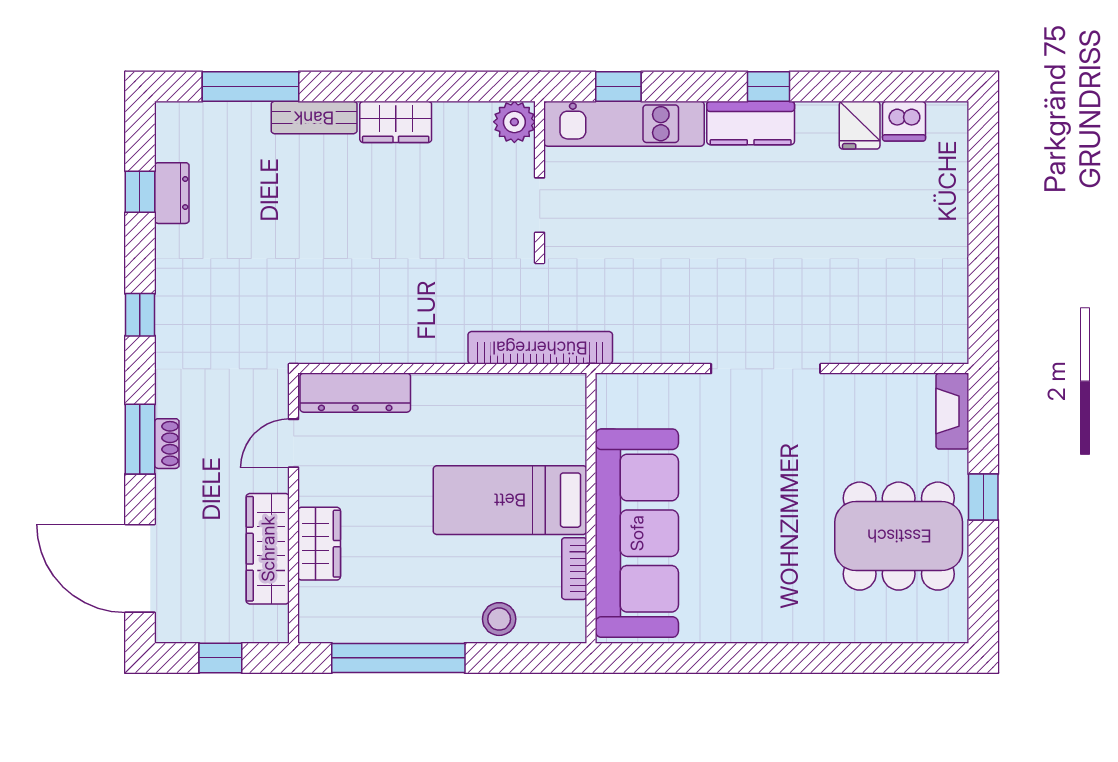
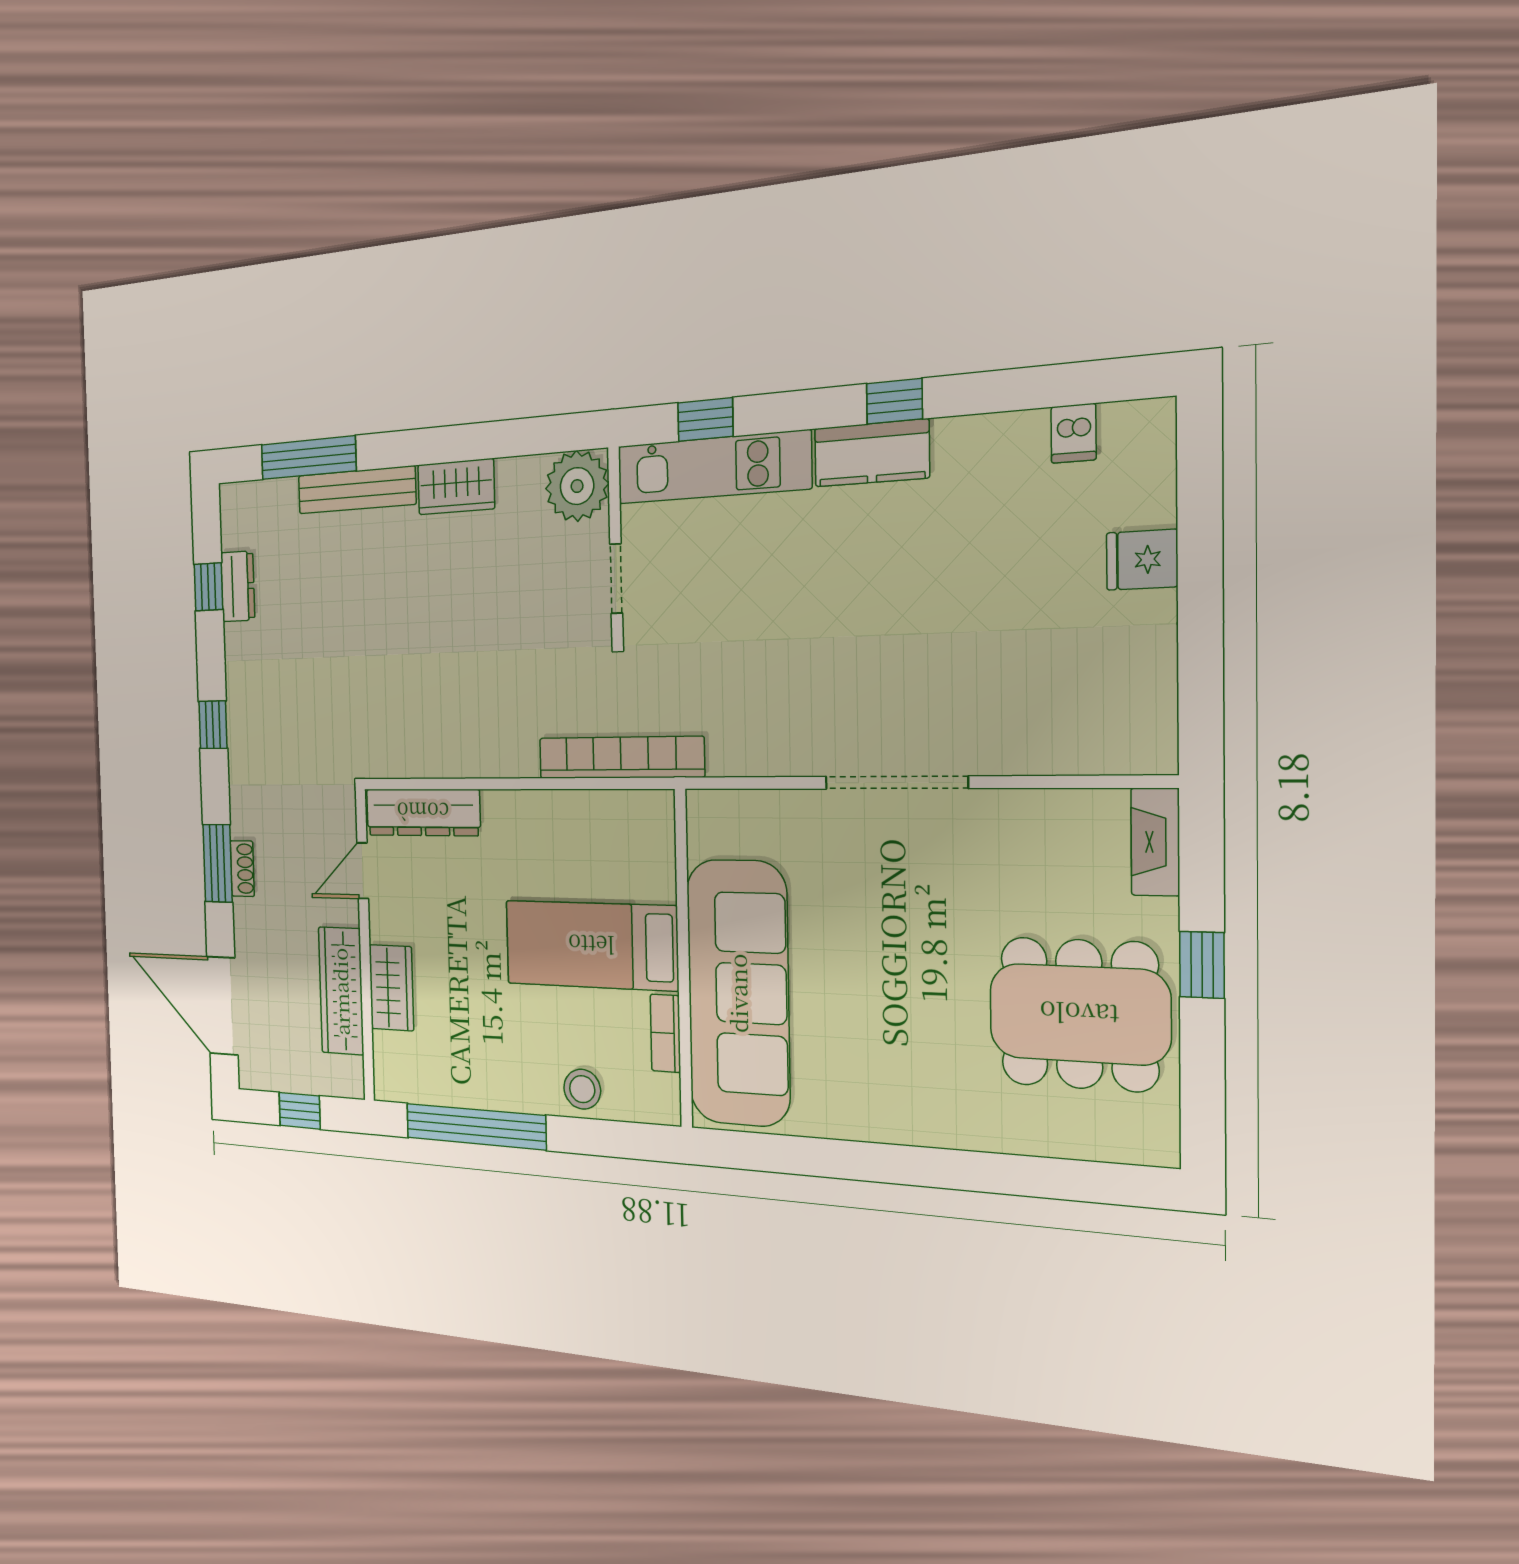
bench: (314, 118) -> (357, 490), width x1.36
dishwasher: (904, 121) -> (1074, 433), width x0.73
plant: (514, 122) -> (577, 486), width x1.36, depth x1.36
fridge: (860, 125) -> (1142, 560), moved, turned 90

